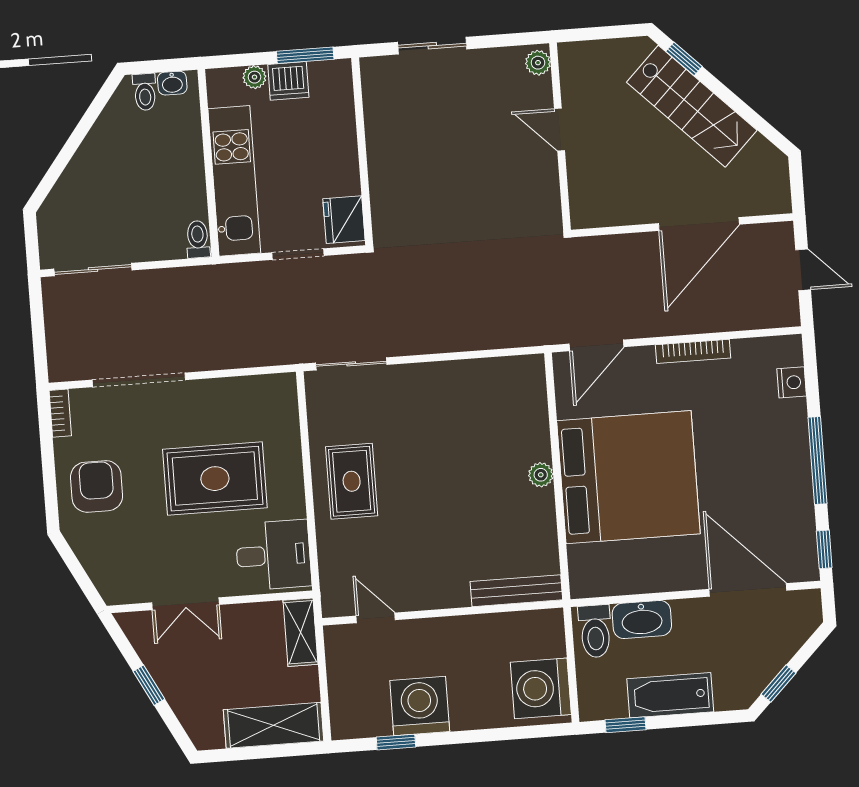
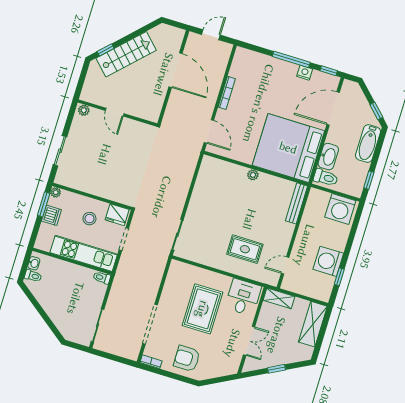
plant: (254, 77) -> (56, 192), moved
door: (560, 130) -> (115, 112), hinge flipped
stool: (313, 164) -> (89, 219), added
nightstand: (792, 382) -> (305, 73), moved
bed: (628, 477) -> (288, 148), moved, turned -90
rug: (352, 481) -> (245, 249), moved
bathtub: (670, 695) -> (368, 143), moved

